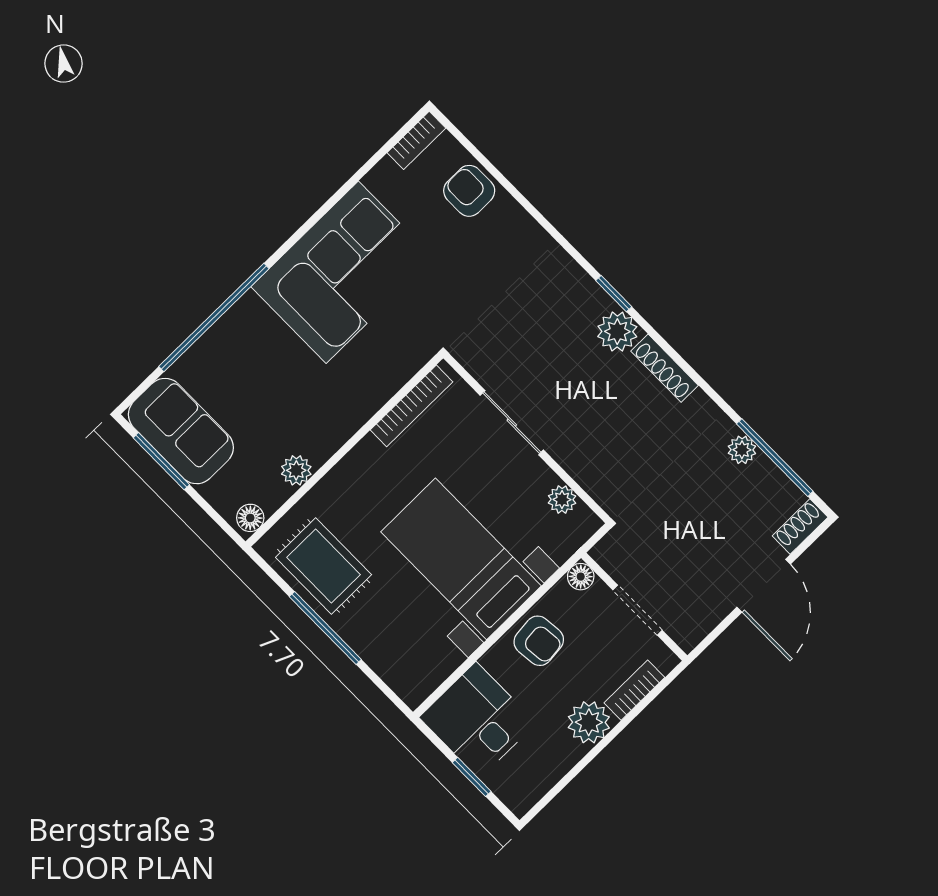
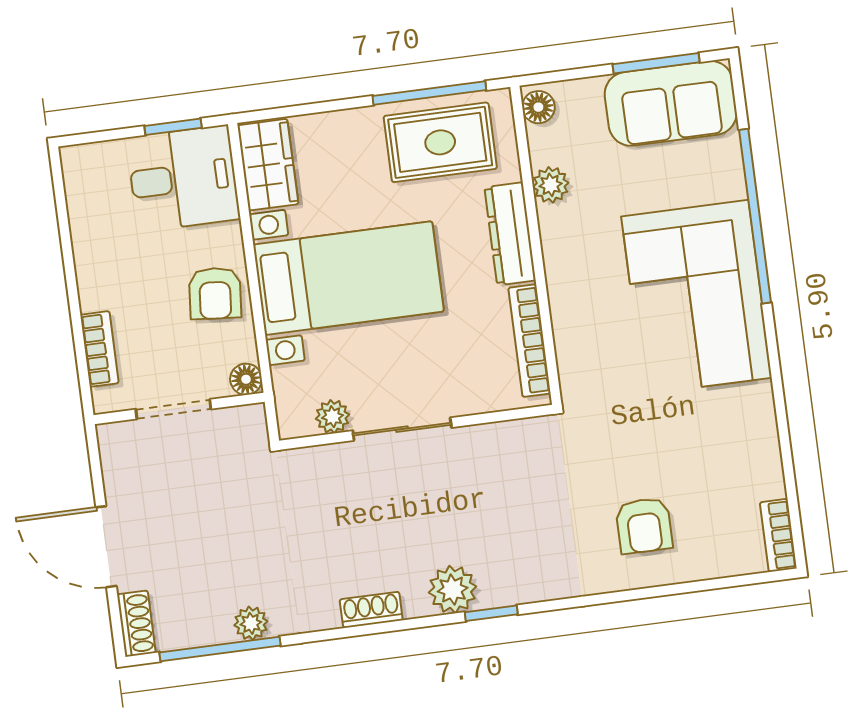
armchair: (469, 191) -> (644, 526), moved, turned 90
corner sofa: (342, 272) -> (696, 297), moved
shoe rack: (665, 368) -> (371, 610), width x0.70
sliding door: (512, 423) -> (402, 429), moved
dresser: (350, 473) -> (510, 234), added
window: (325, 628) -> (429, 93), moved
armchair: (539, 641) -> (215, 293), turned -79
wardrobe: (426, 670) -> (268, 165), added
plant: (589, 722) -> (102, 283), removed
window: (472, 777) -> (173, 127), moved

